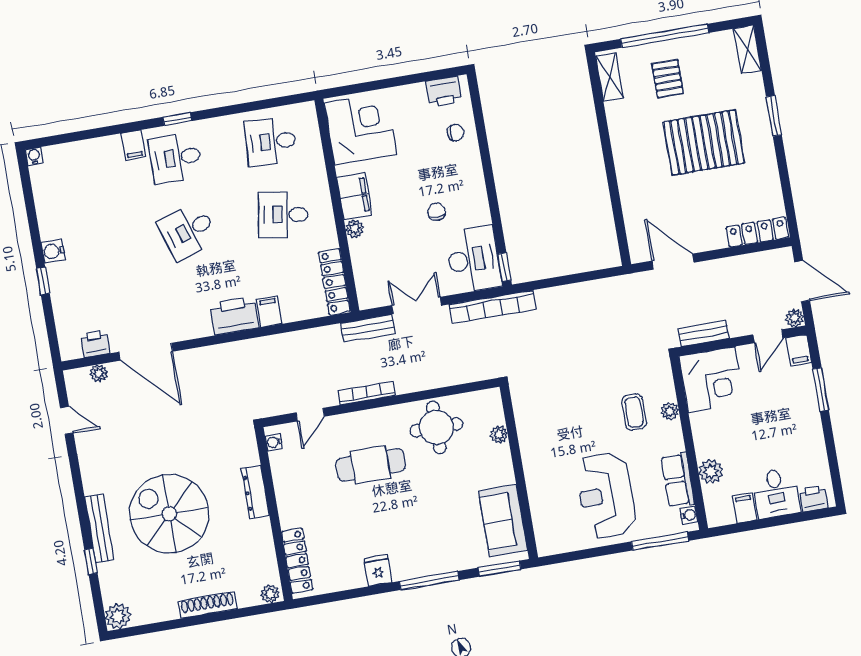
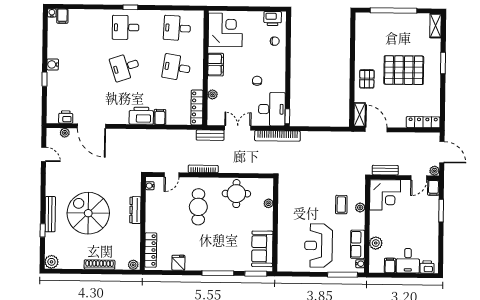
shelving: (610, 77) -> (360, 115), moved
pallet: (668, 79) -> (367, 79), moved
filing cabinet: (133, 145) -> (62, 16), moved
plant: (355, 229) -> (213, 94), moved
cafe table: (371, 465) -> (198, 207), turned 90
fridge: (378, 570) -> (178, 263), moved

